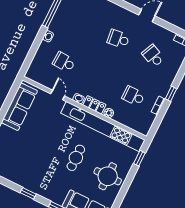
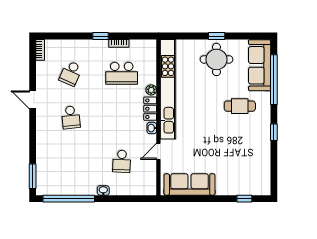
school desk: (133, 96) -> (122, 73), width x1.85
cafe table: (76, 158) -> (240, 106), moved
window: (139, 158) -> (217, 36), moved

